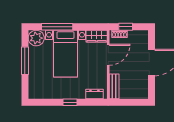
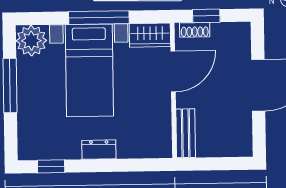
window: (57, 27) -> (99, 18), moved
dresser: (94, 94) -> (99, 150), moved
window: (70, 102) -> (51, 166), moved

